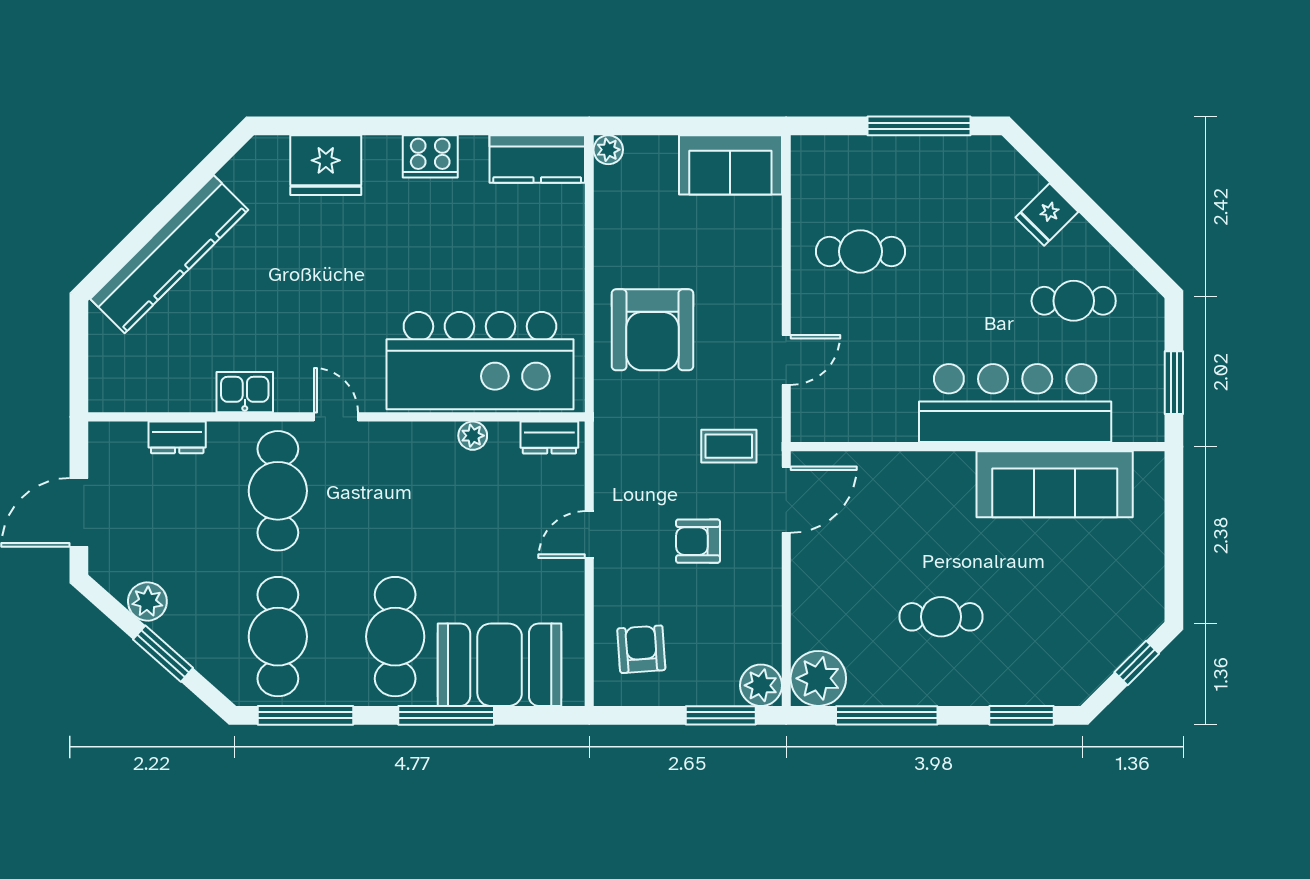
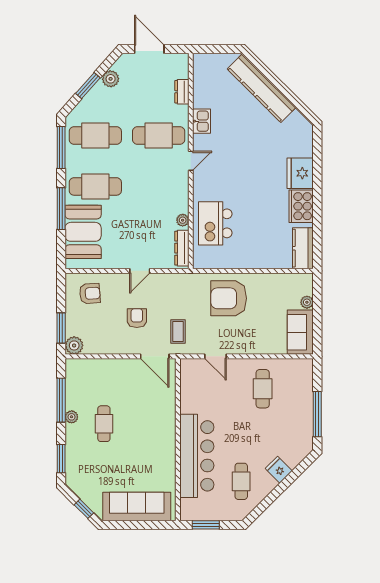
plant: (608, 150) -> (307, 302), moved
cooker: (430, 156) -> (301, 206), width x1.37, depth x1.31
fridge: (326, 165) -> (300, 173), moved
kitchen island: (480, 361) -> (215, 223), width x0.54, depth x0.78
dresser: (549, 438) -> (182, 248), width x1.44
sofa: (1055, 484) -> (137, 506), moved, turned 90
door: (589, 535) -> (140, 271), swing flipped
plant: (818, 678) -> (72, 417), moved, width x0.53, depth x0.53

